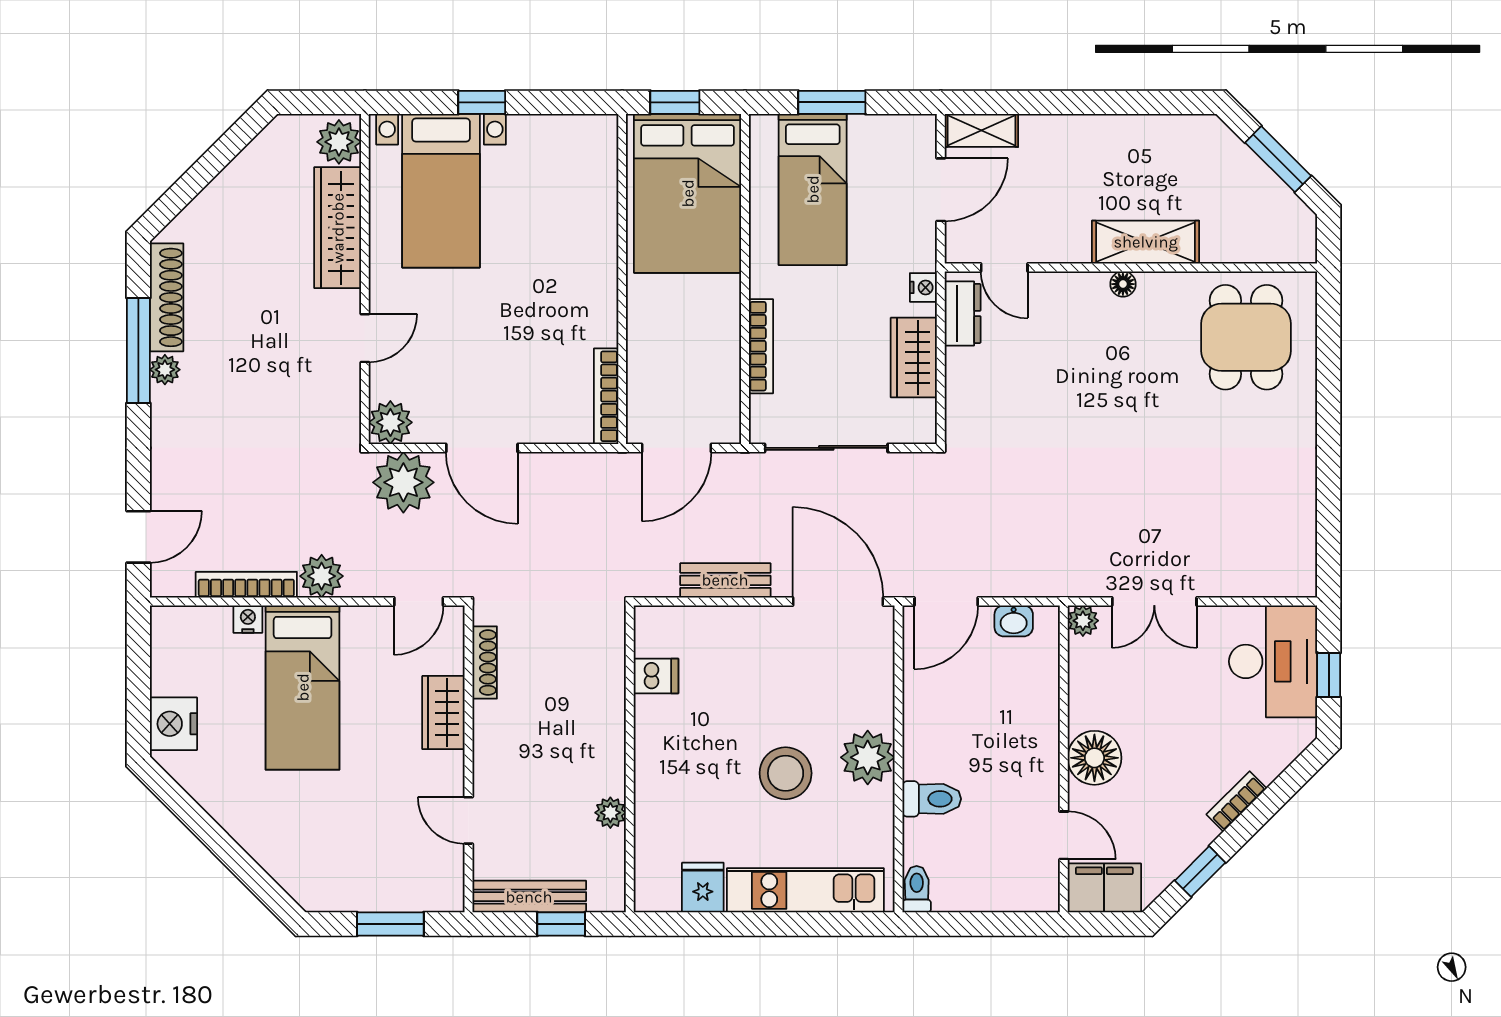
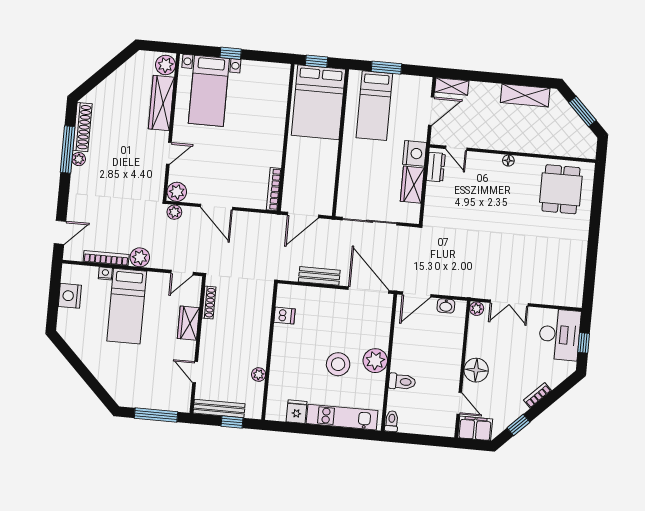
shelving: (1146, 242) -> (525, 95), moved
nightstand: (923, 287) -> (415, 153), width x1.89, depth x1.79
bookcase: (761, 346) -> (345, 173), removed
plant: (403, 482) -> (174, 212), width x0.53, depth x0.53
nightstand: (173, 724) -> (70, 296), moved
window: (390, 924) -> (156, 415), width x1.44

